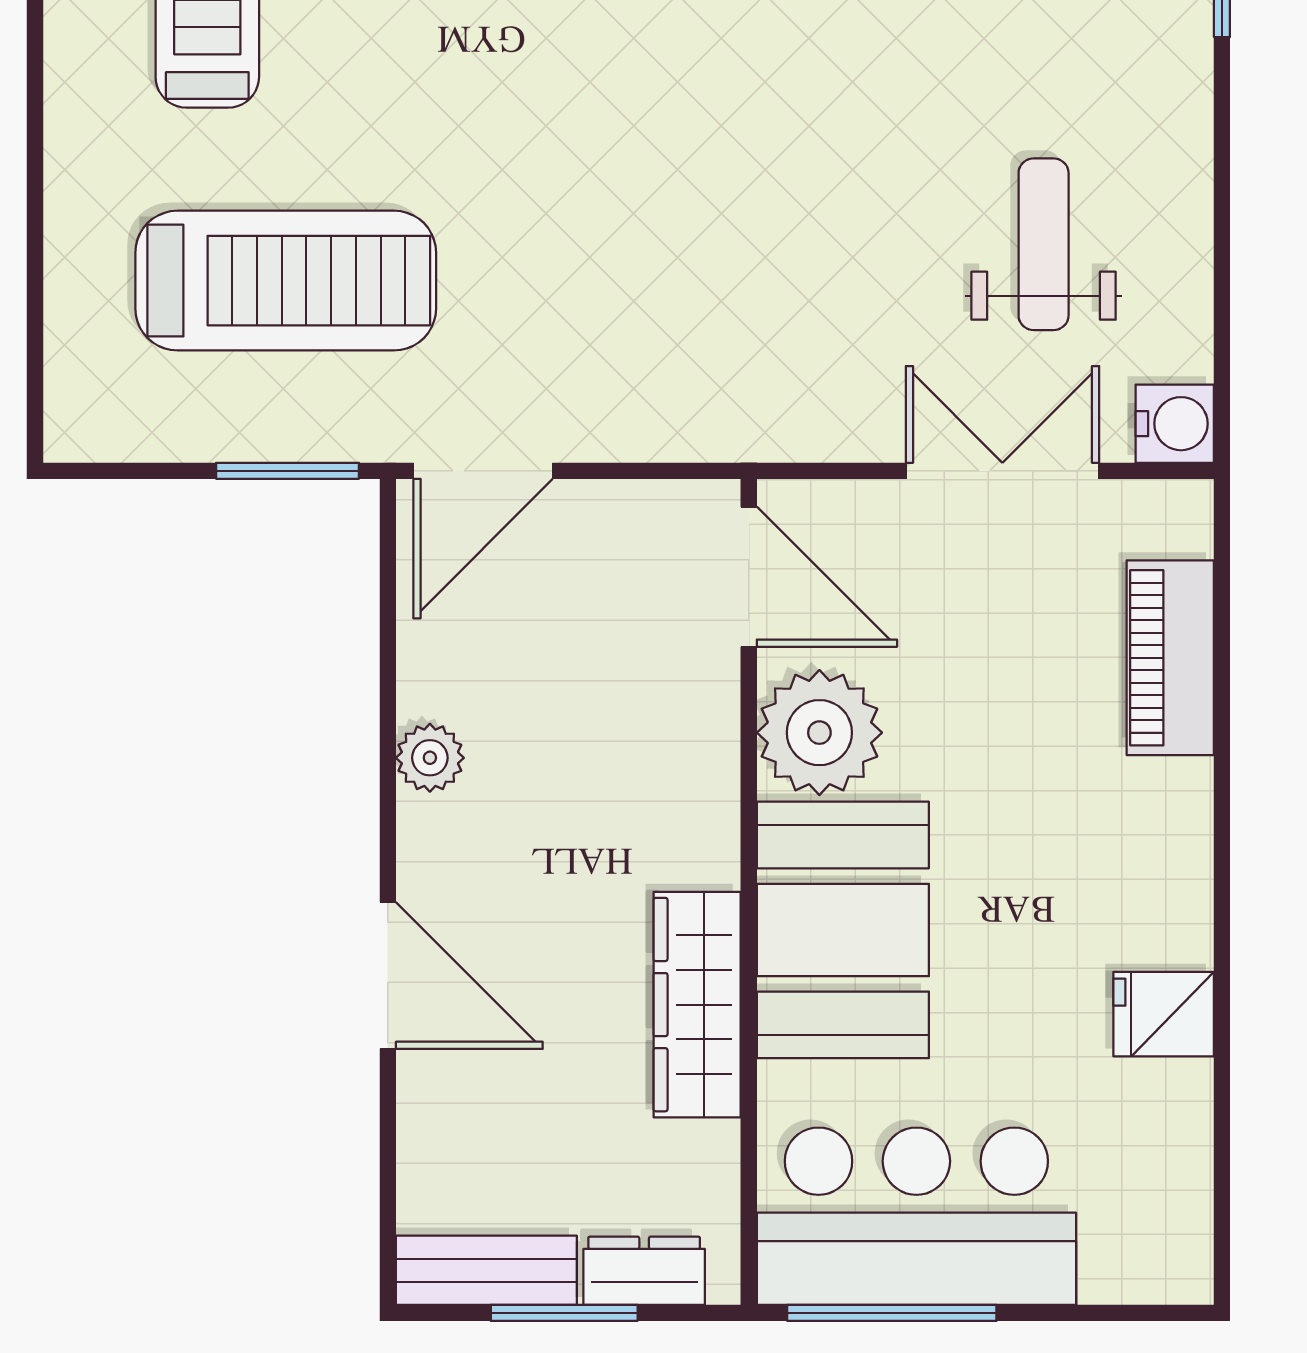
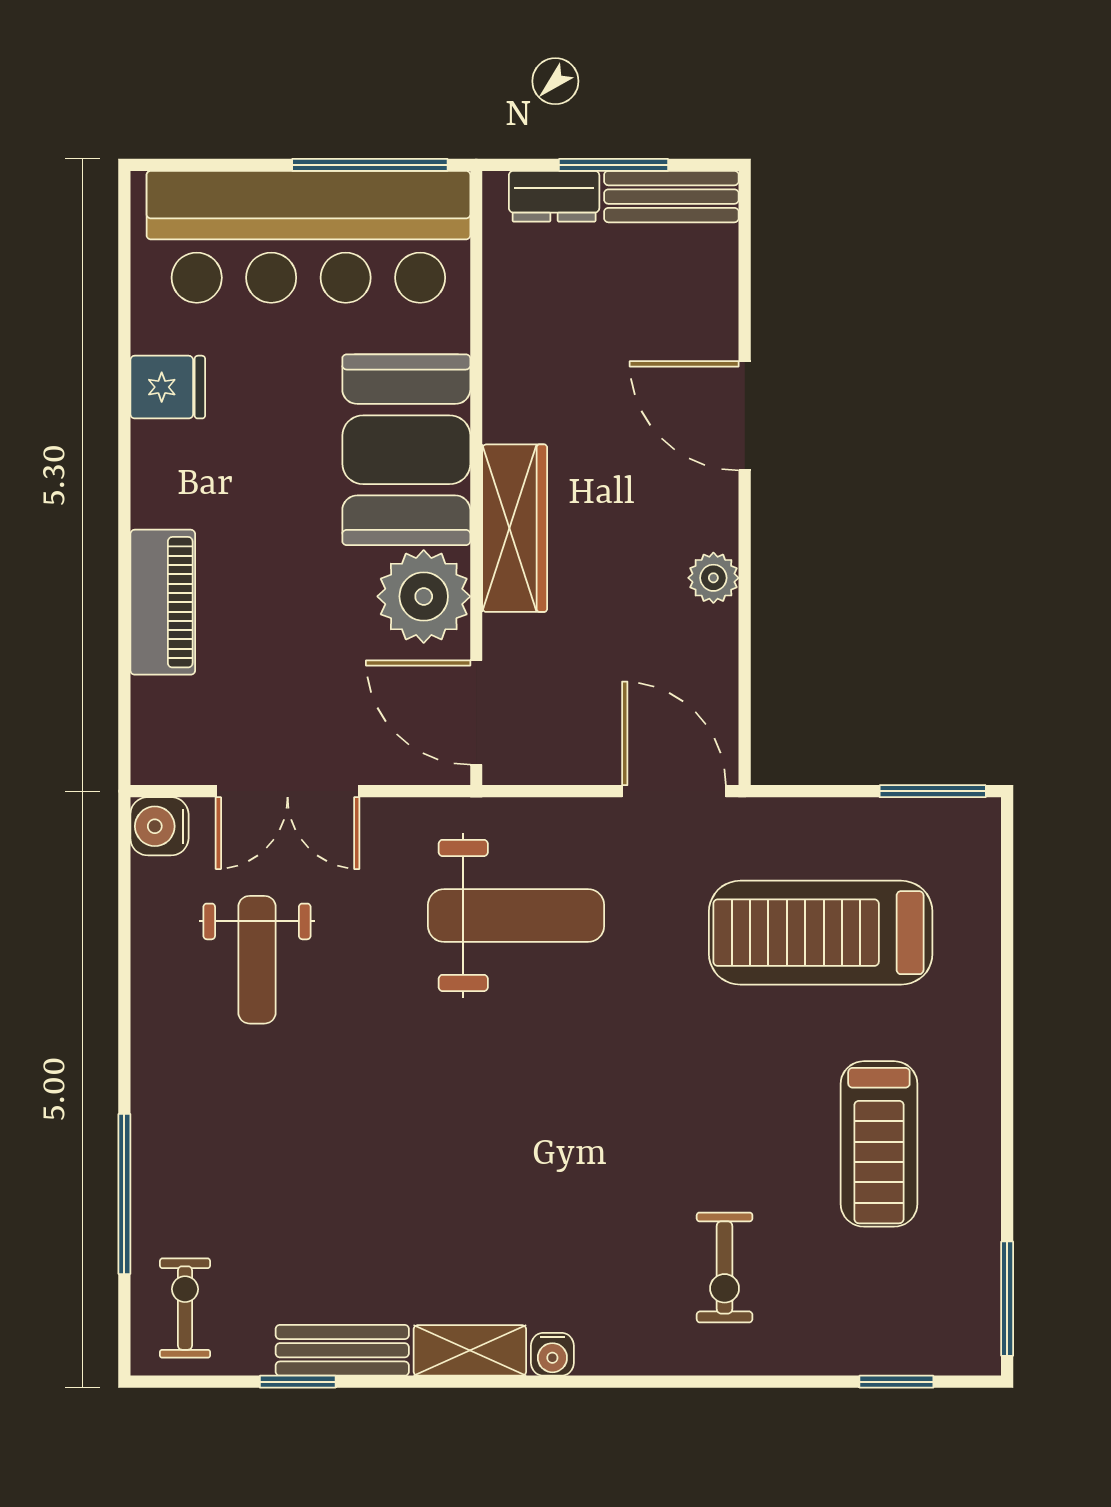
weight bench: (695, 304) -> (516, 915), added
window: (288, 471) -> (933, 791), moved
door: (483, 471) -> (674, 791), hinge flipped
piano: (1170, 658) -> (163, 602), moved
wardrobe: (697, 1005) -> (515, 528), moved
bar counter: (916, 1216) -> (308, 237), width x1.36

